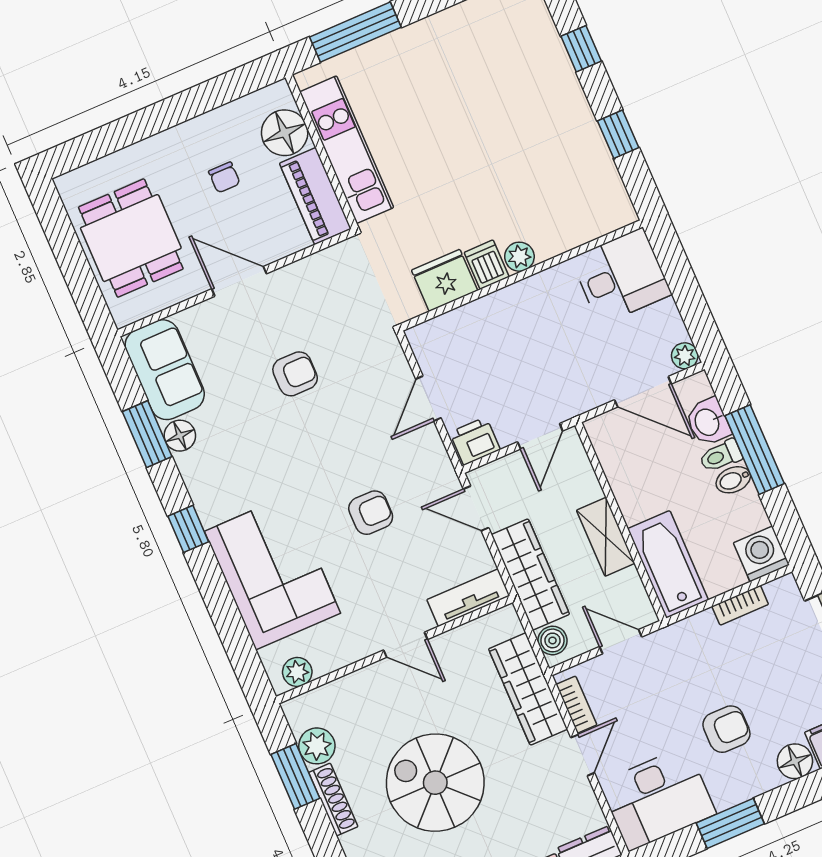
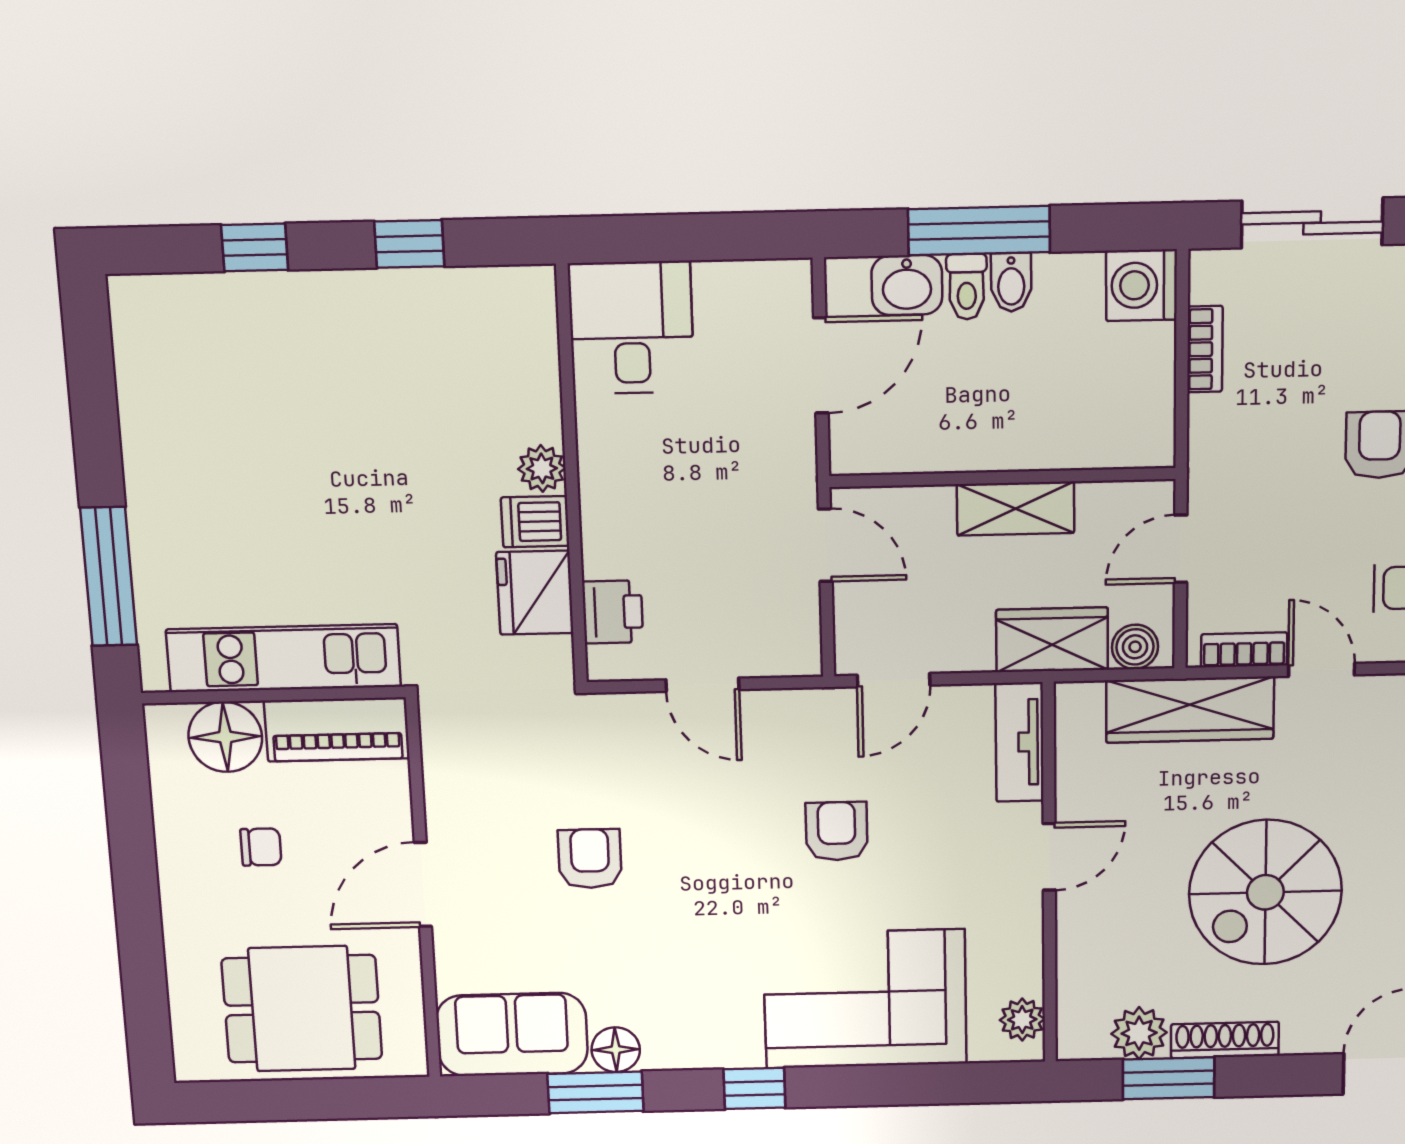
plant: (685, 356) -> (791, 280), removed
printer: (475, 441) -> (613, 612), moved, turned 180
bathtub: (668, 564) -> (1096, 433), removed
wardrobe: (530, 575) -> (1052, 640), width x0.67

